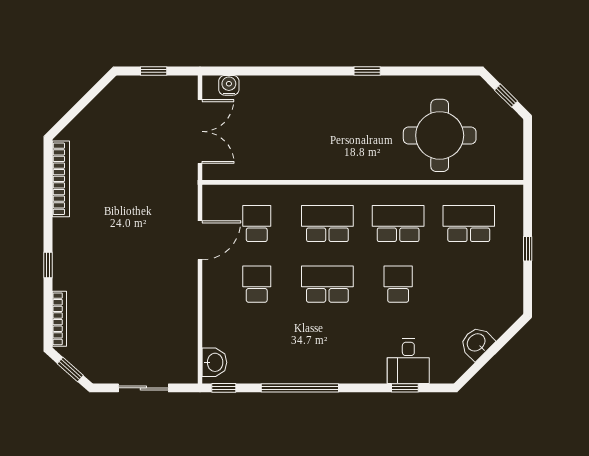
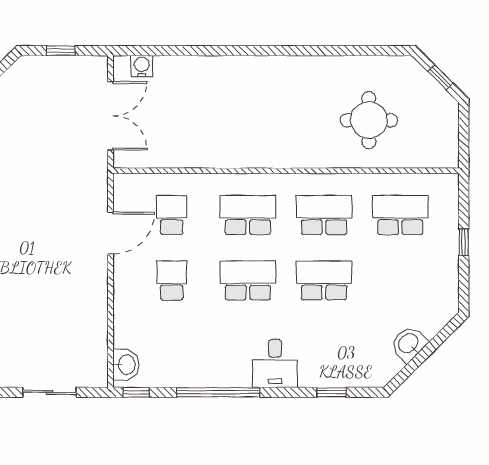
window: (367, 71) -> (291, 51), removed
round table: (440, 135) -> (369, 120), width x0.73, depth x0.73
school desk: (398, 284) -> (324, 280), width x1.85
desk: (408, 361) -> (275, 363), moved

